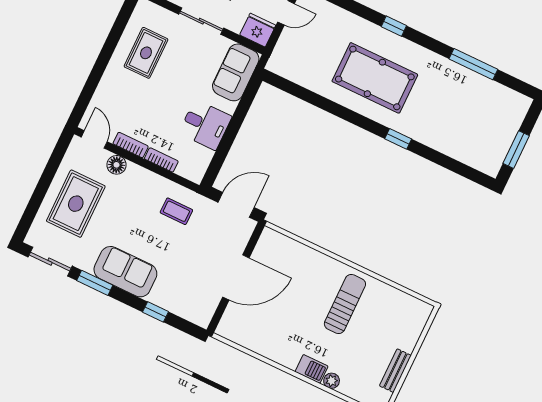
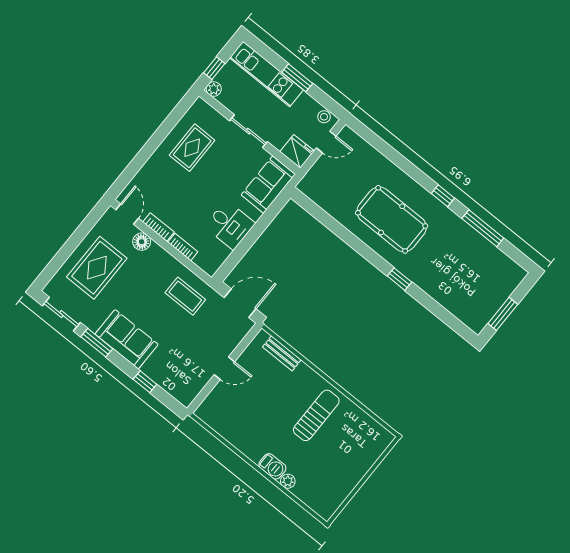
window: (394, 26) -> (443, 196), moved
coffee table: (176, 211) -> (185, 296), width x1.36, depth x1.30
door: (236, 277) -> (224, 368), width x0.53
bench: (395, 371) -> (282, 353), moved, turned 90

